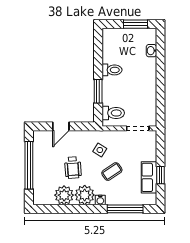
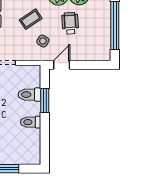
toilet: (113, 113) -> (29, 95), moved
door: (61, 126) -> (62, 65), moved

